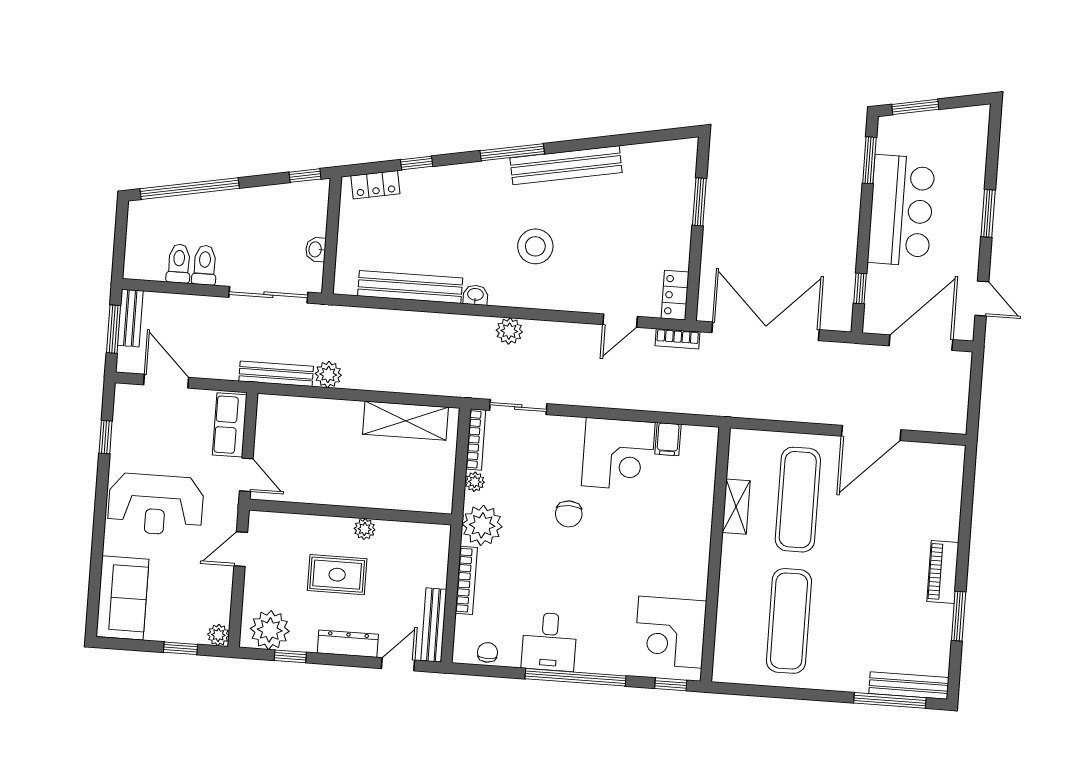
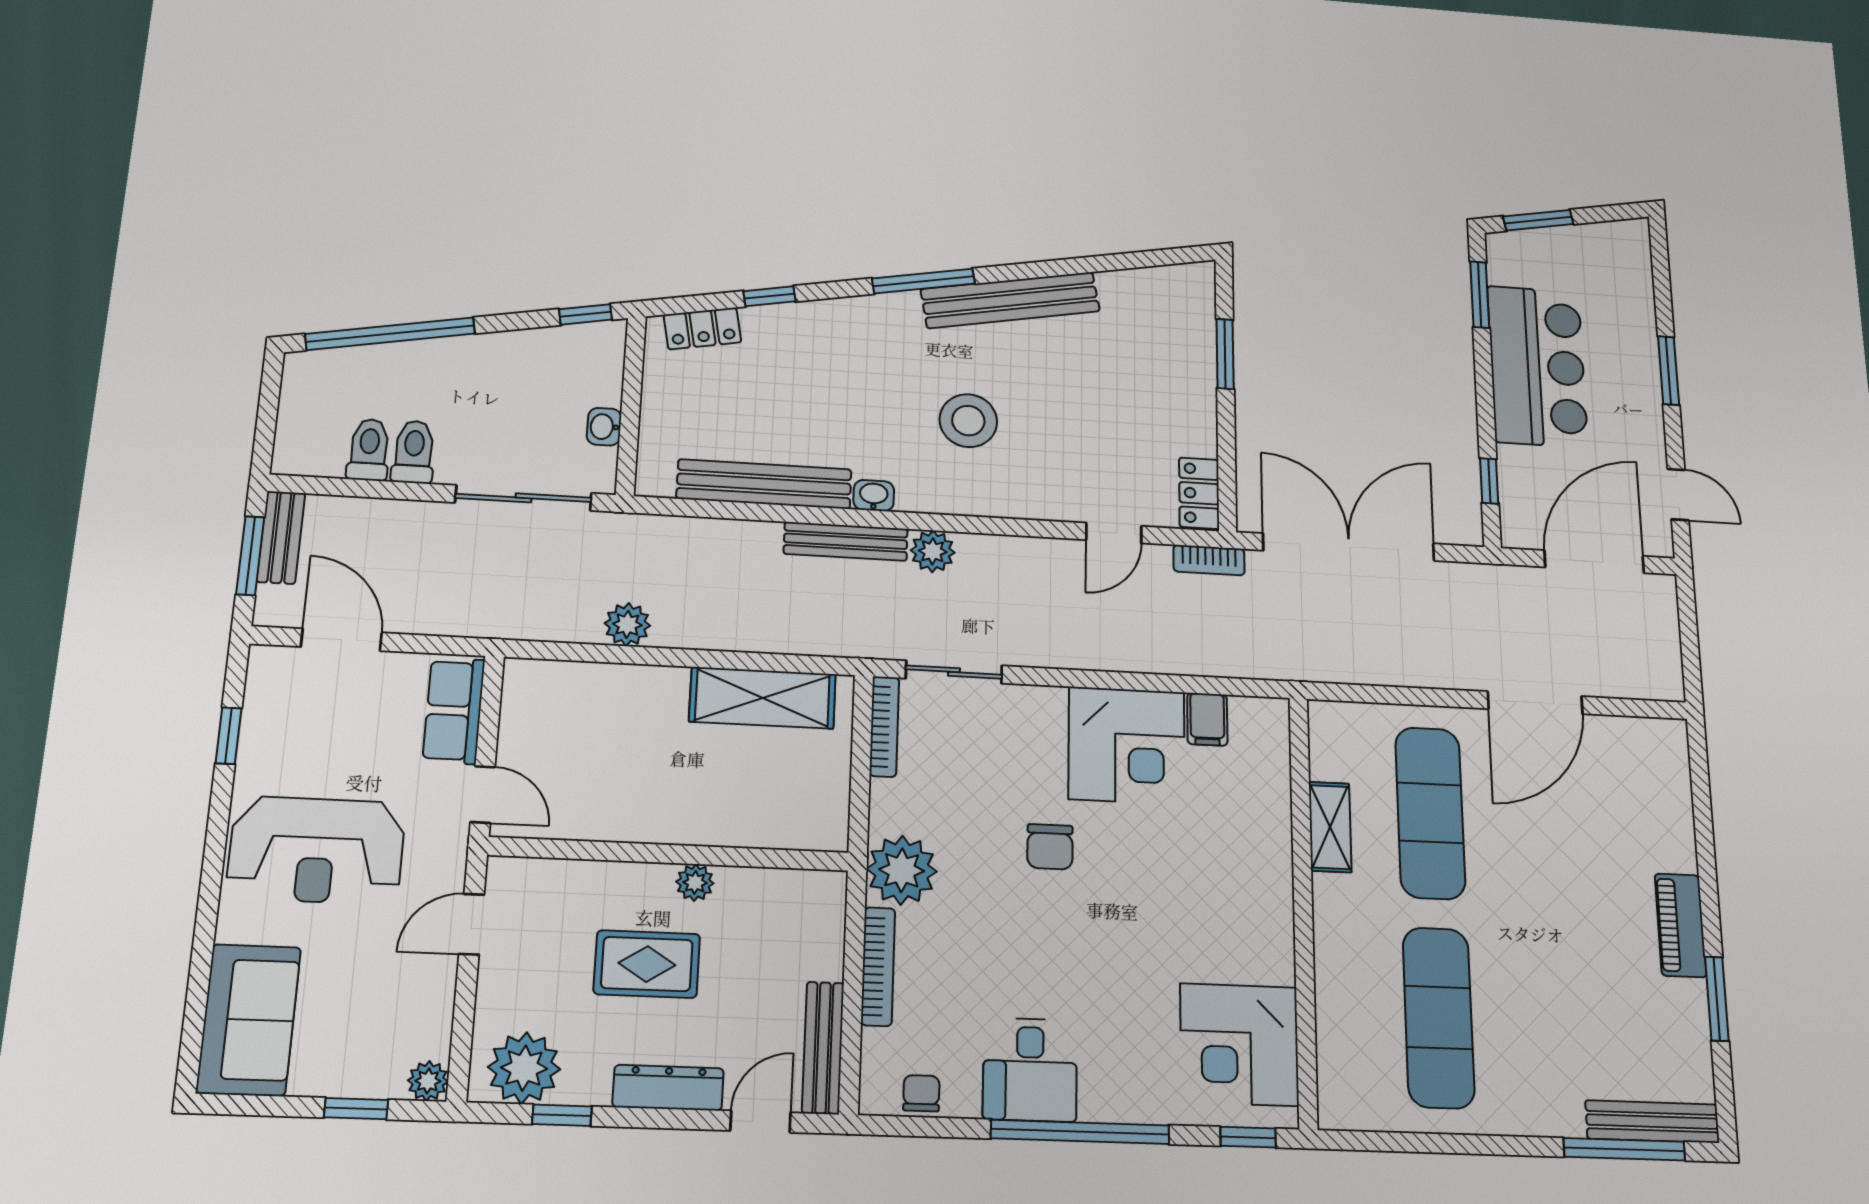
bench: (276, 374) -> (846, 541), moved
plant: (475, 482) -> (886, 797), removed

